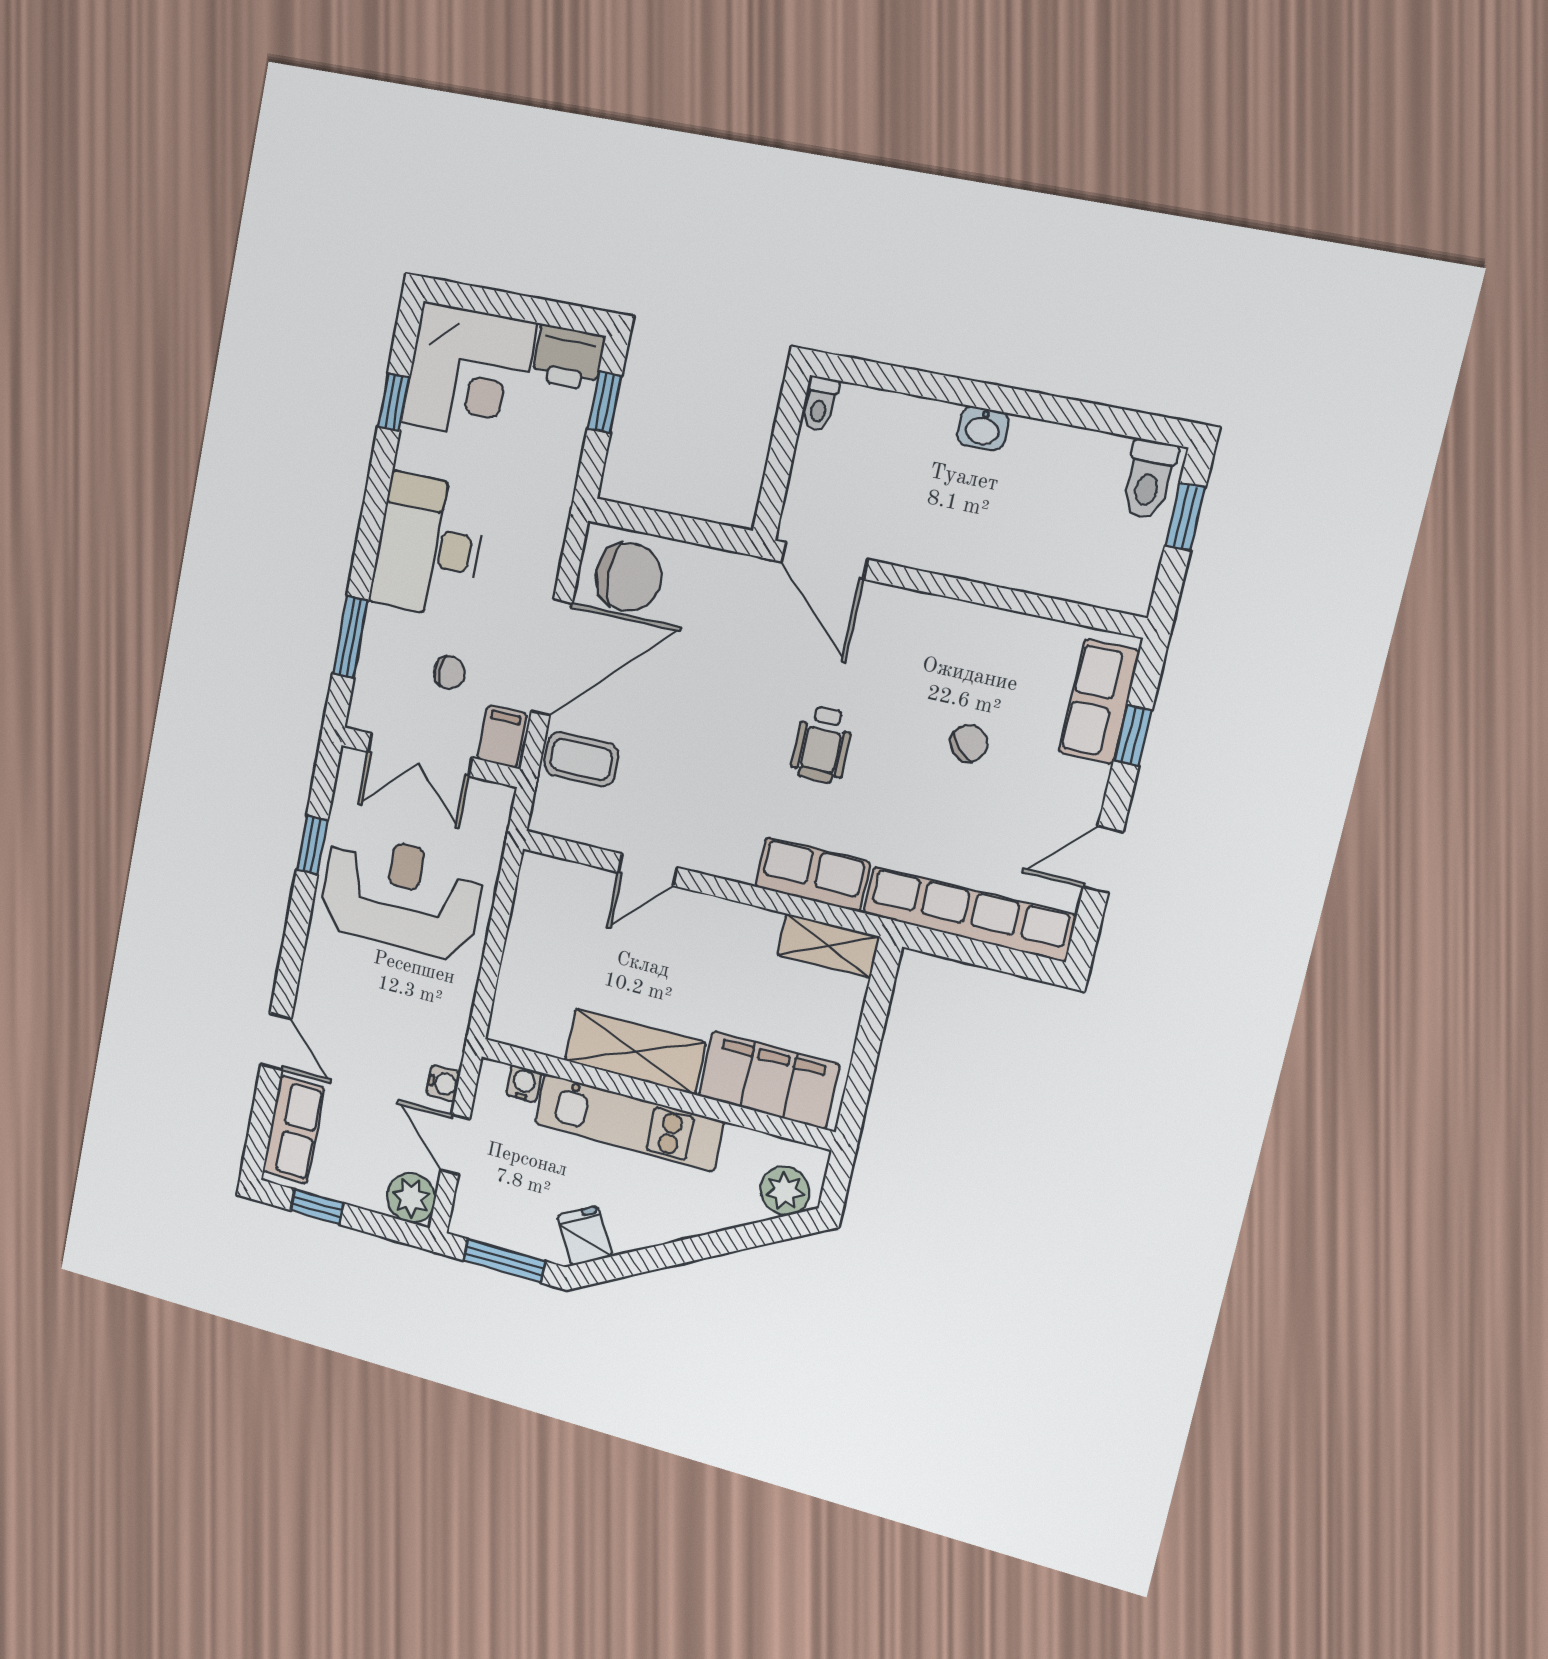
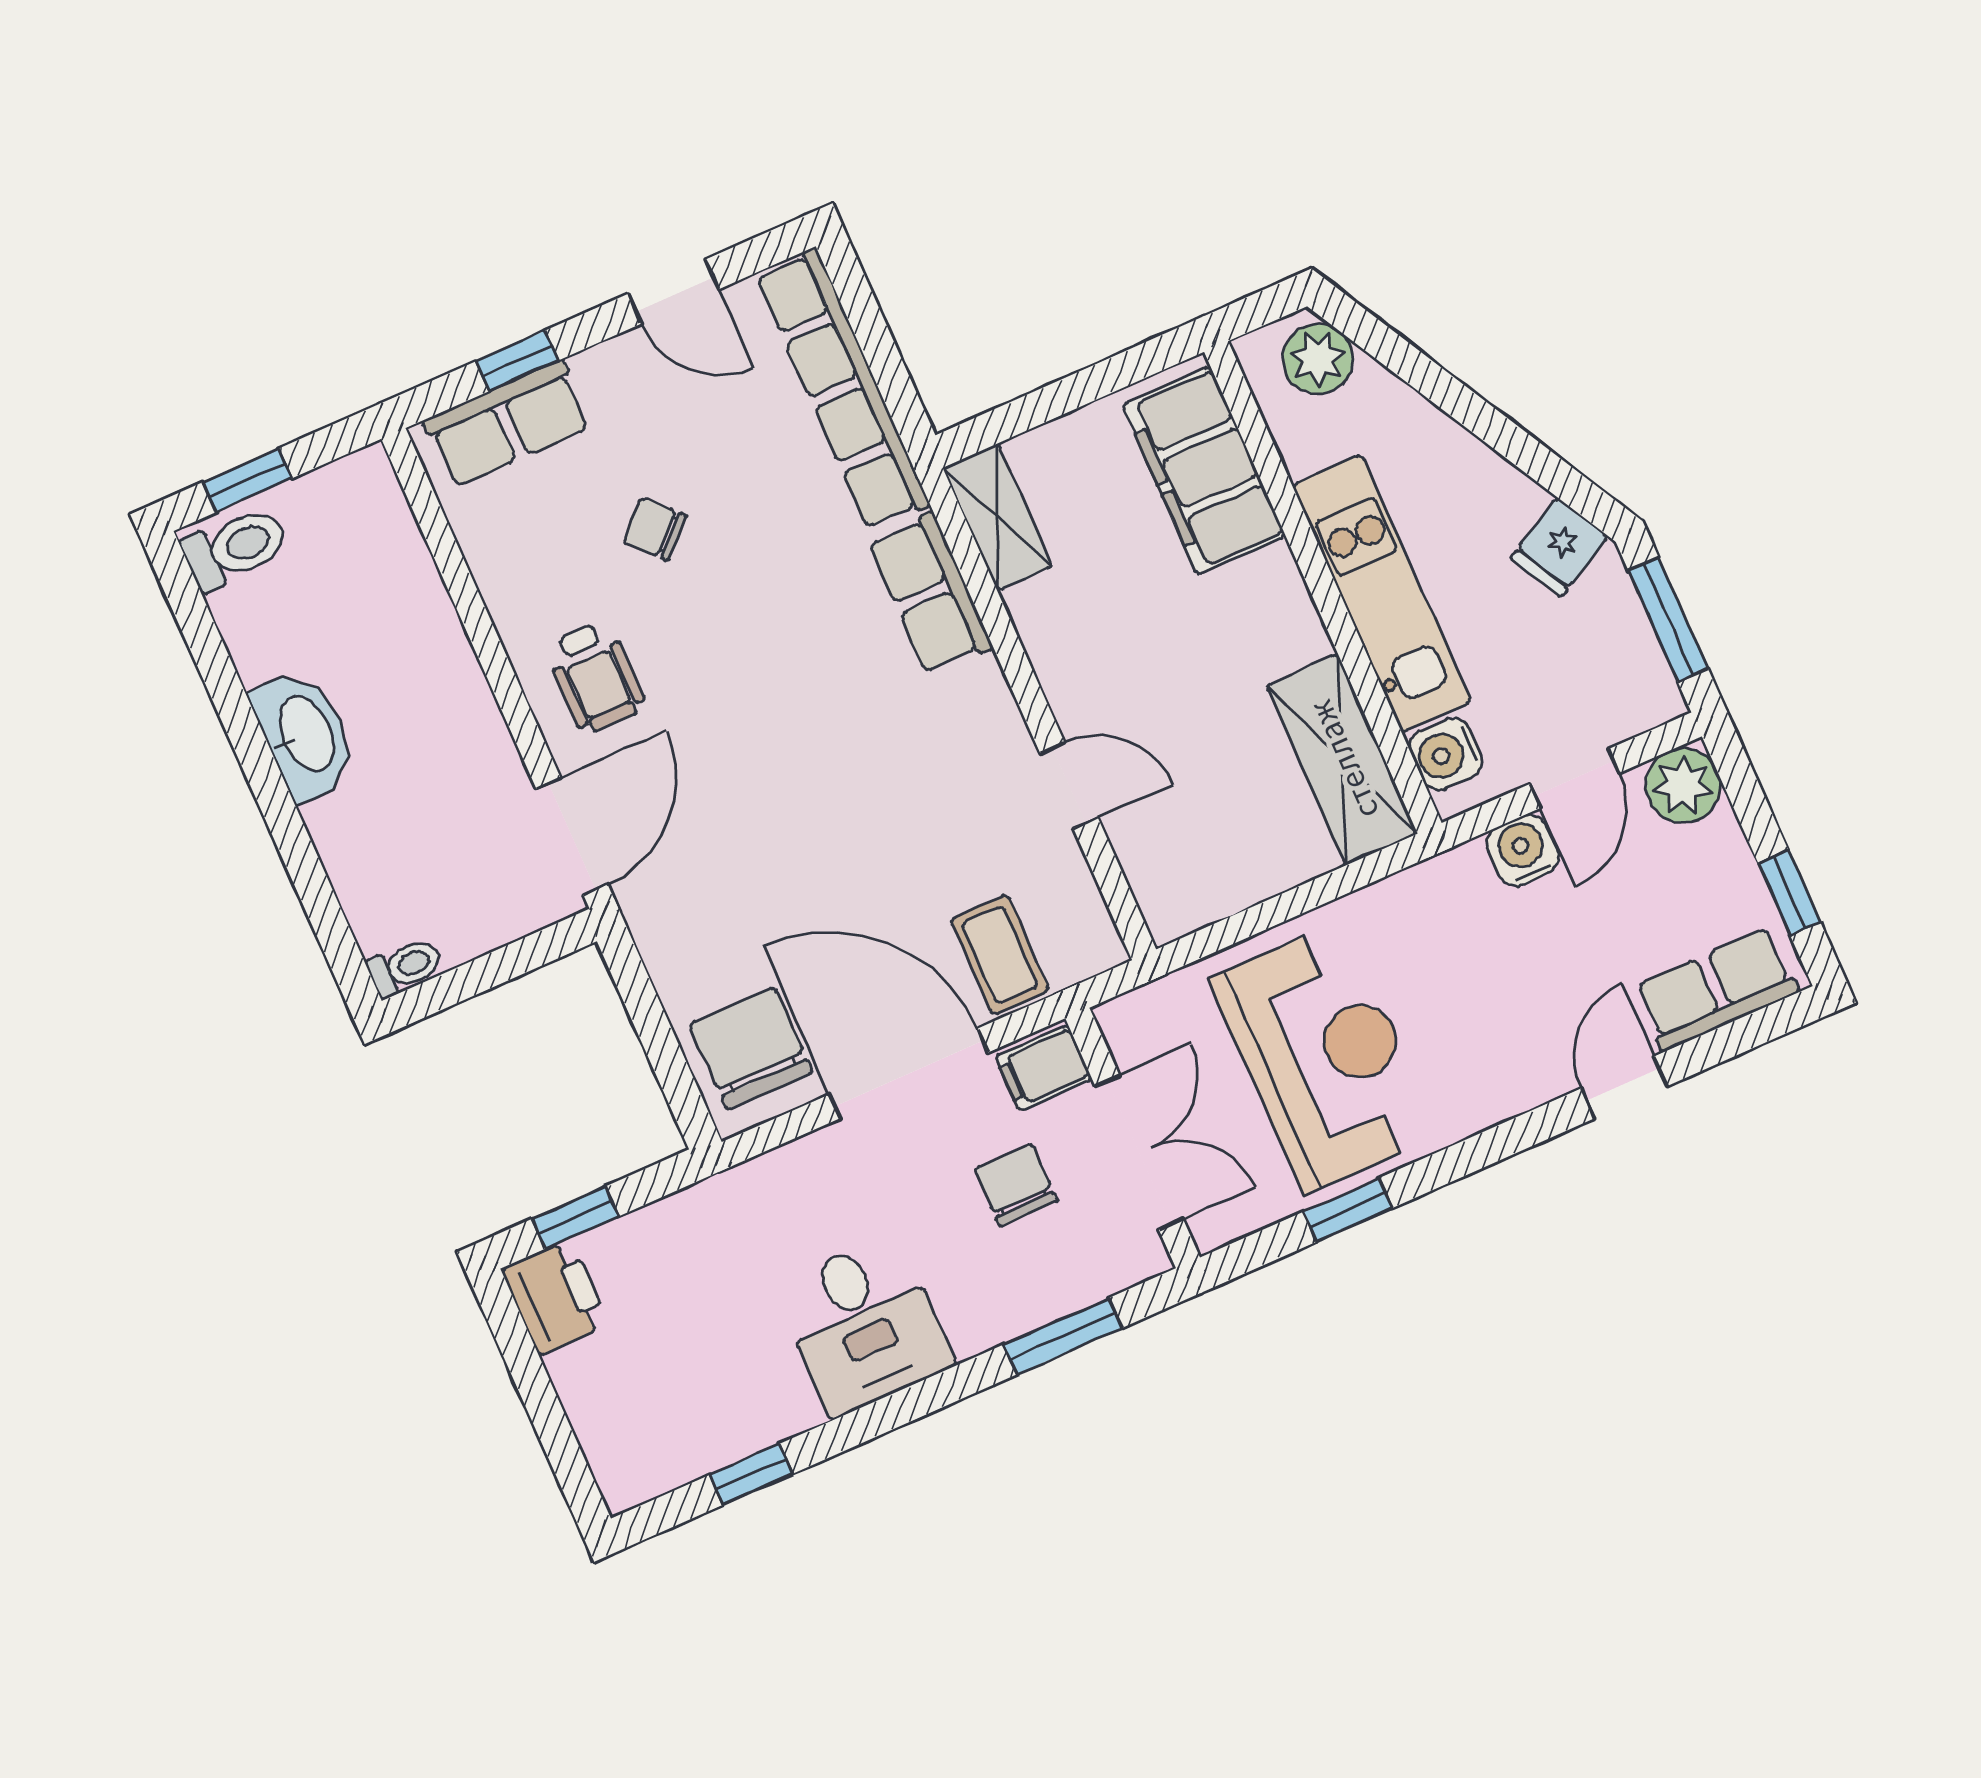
corner desk: (469, 373) -> (655, 1405), removed
washbasin: (983, 428) -> (305, 735), width x1.91, depth x1.45
desk: (428, 546) -> (864, 1325), width x0.73
chair: (449, 672) -> (1016, 1185), width x1.37, depth x1.37
wheelchair: (822, 744) -> (596, 677), moved, turned 90
reception desk: (401, 896) -> (1324, 1057), turned 180
shelving: (635, 1051) -> (1342, 760), moved
water cooler: (443, 1083) -> (1523, 850), width x1.38, depth x1.38
water cooler: (524, 1084) -> (1446, 754), width x1.38, depth x1.38

